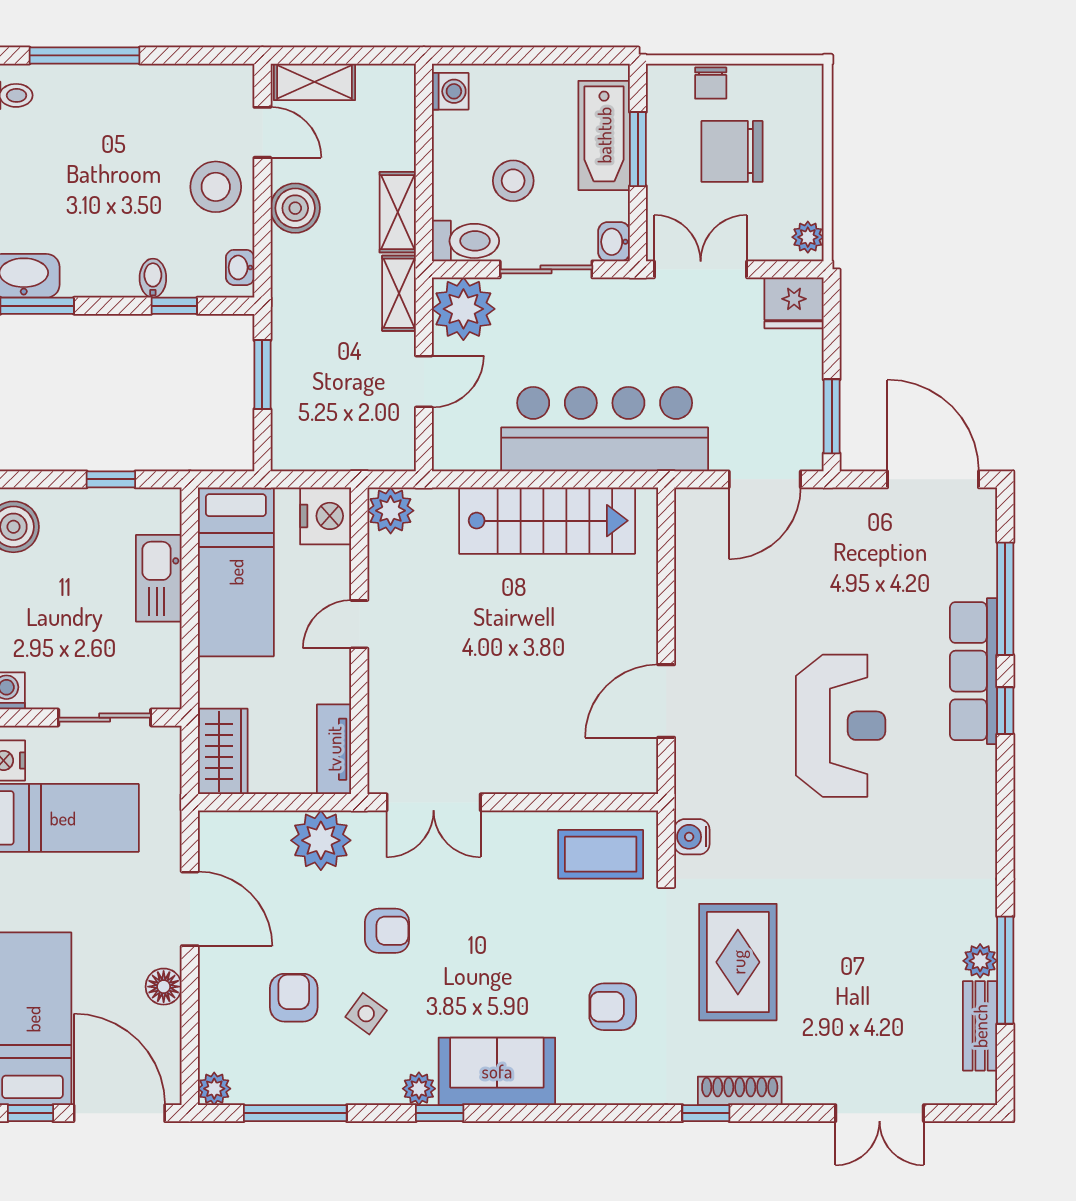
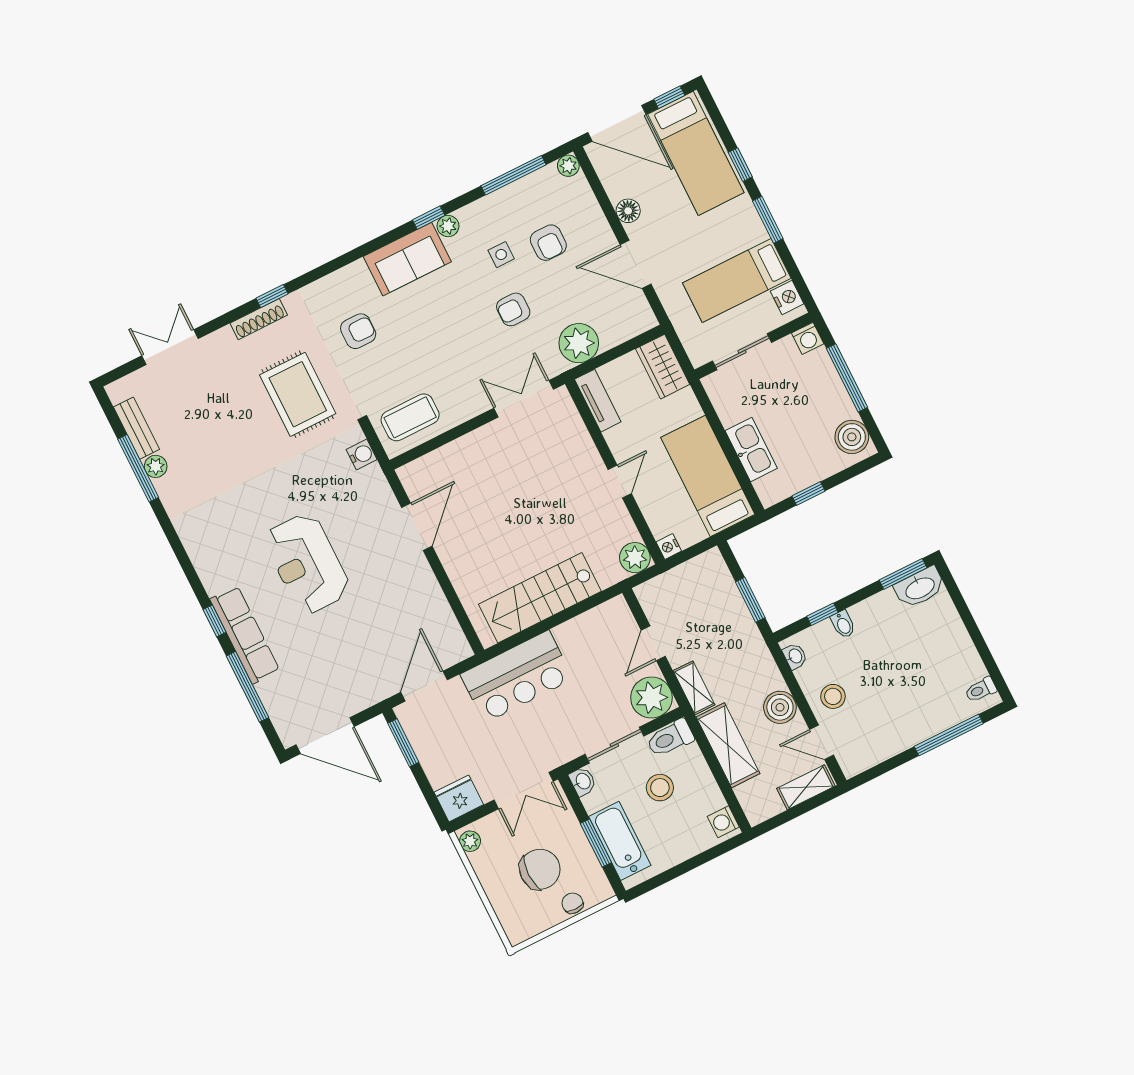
stool: (216, 187) -> (833, 696), width x0.73, depth x0.73
shelving: (398, 212) -> (728, 745), width x1.50, depth x1.33
bar counter: (605, 429) -> (517, 677), width x0.73
nightstand: (326, 516) -> (669, 547), width x0.53, depth x0.56
side table: (366, 1014) -> (501, 255), turned -36

